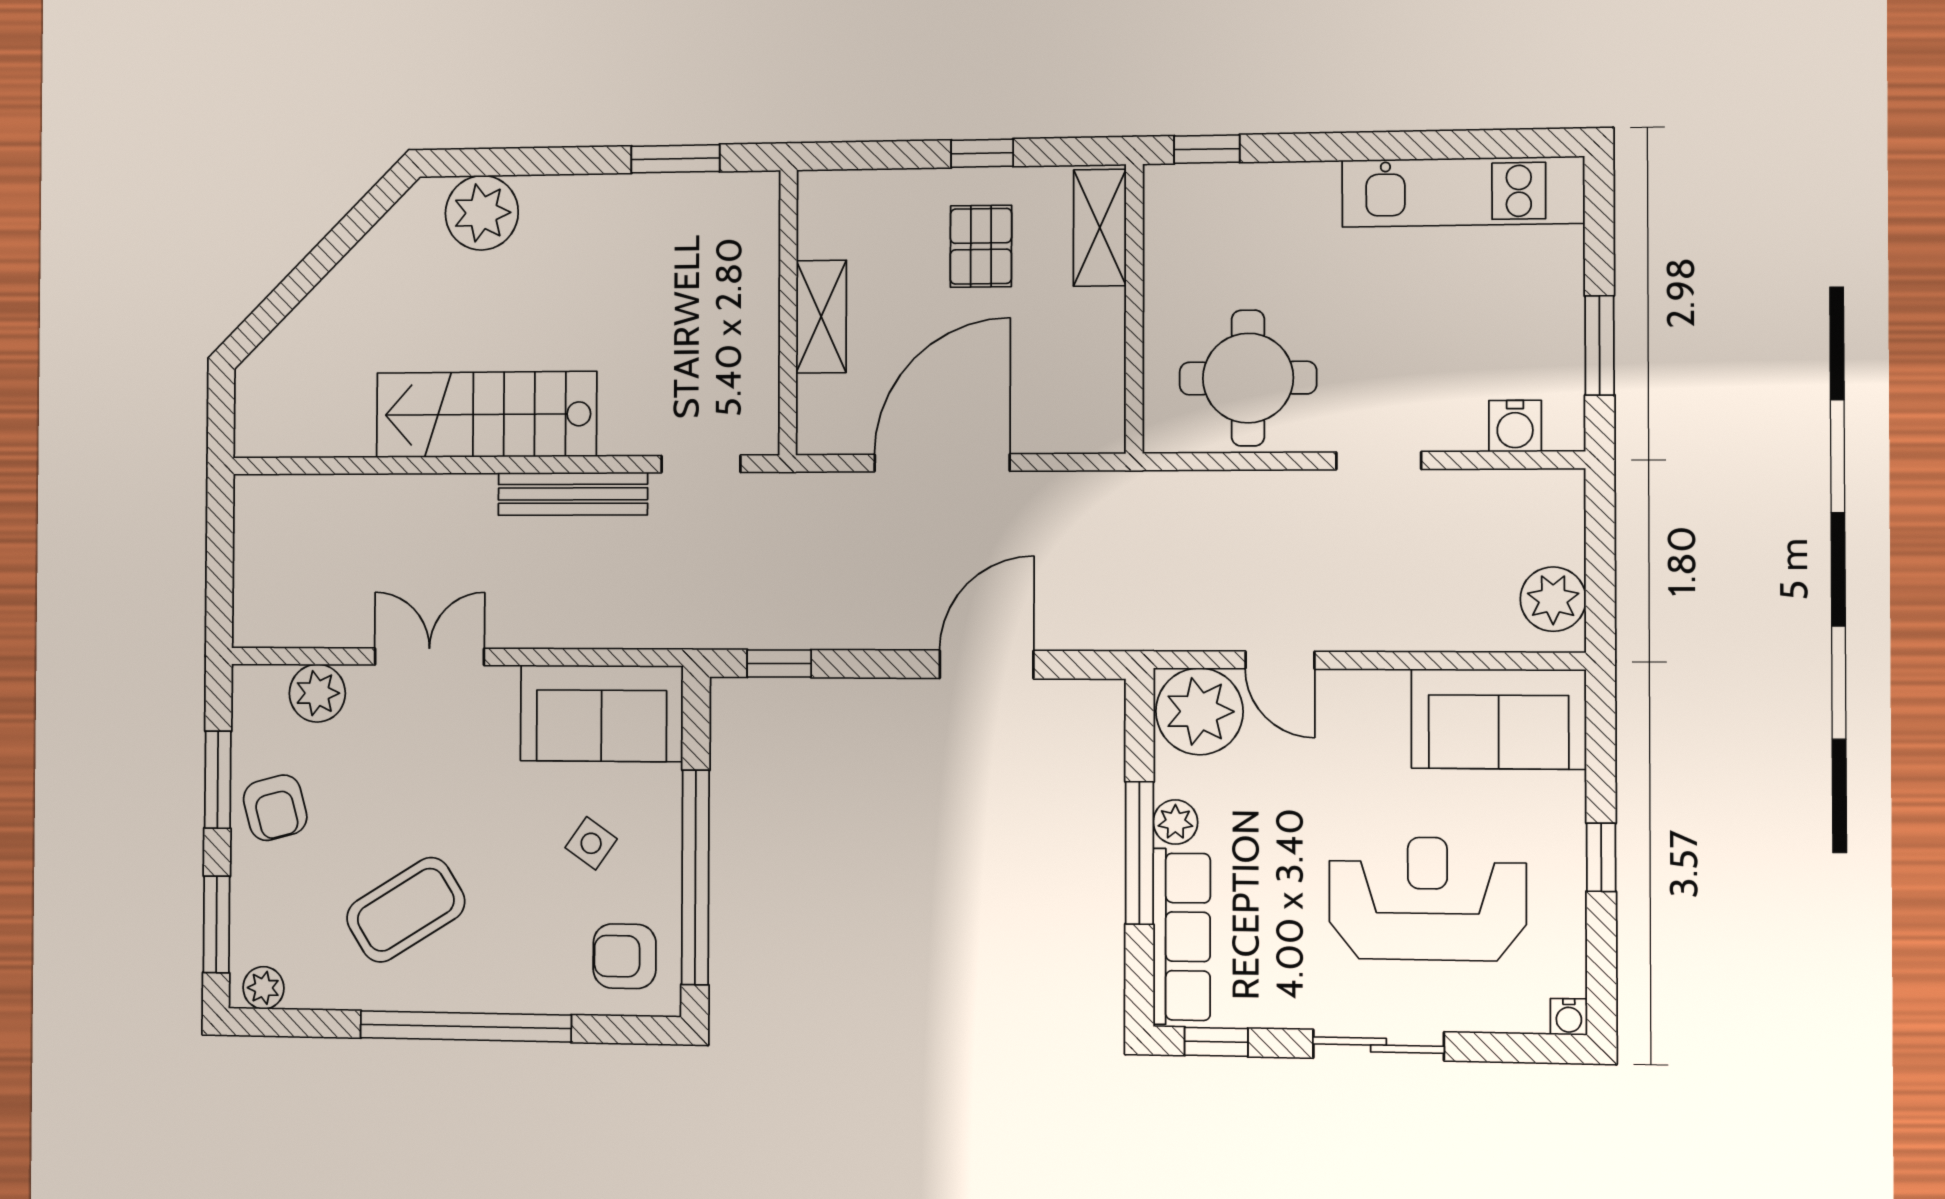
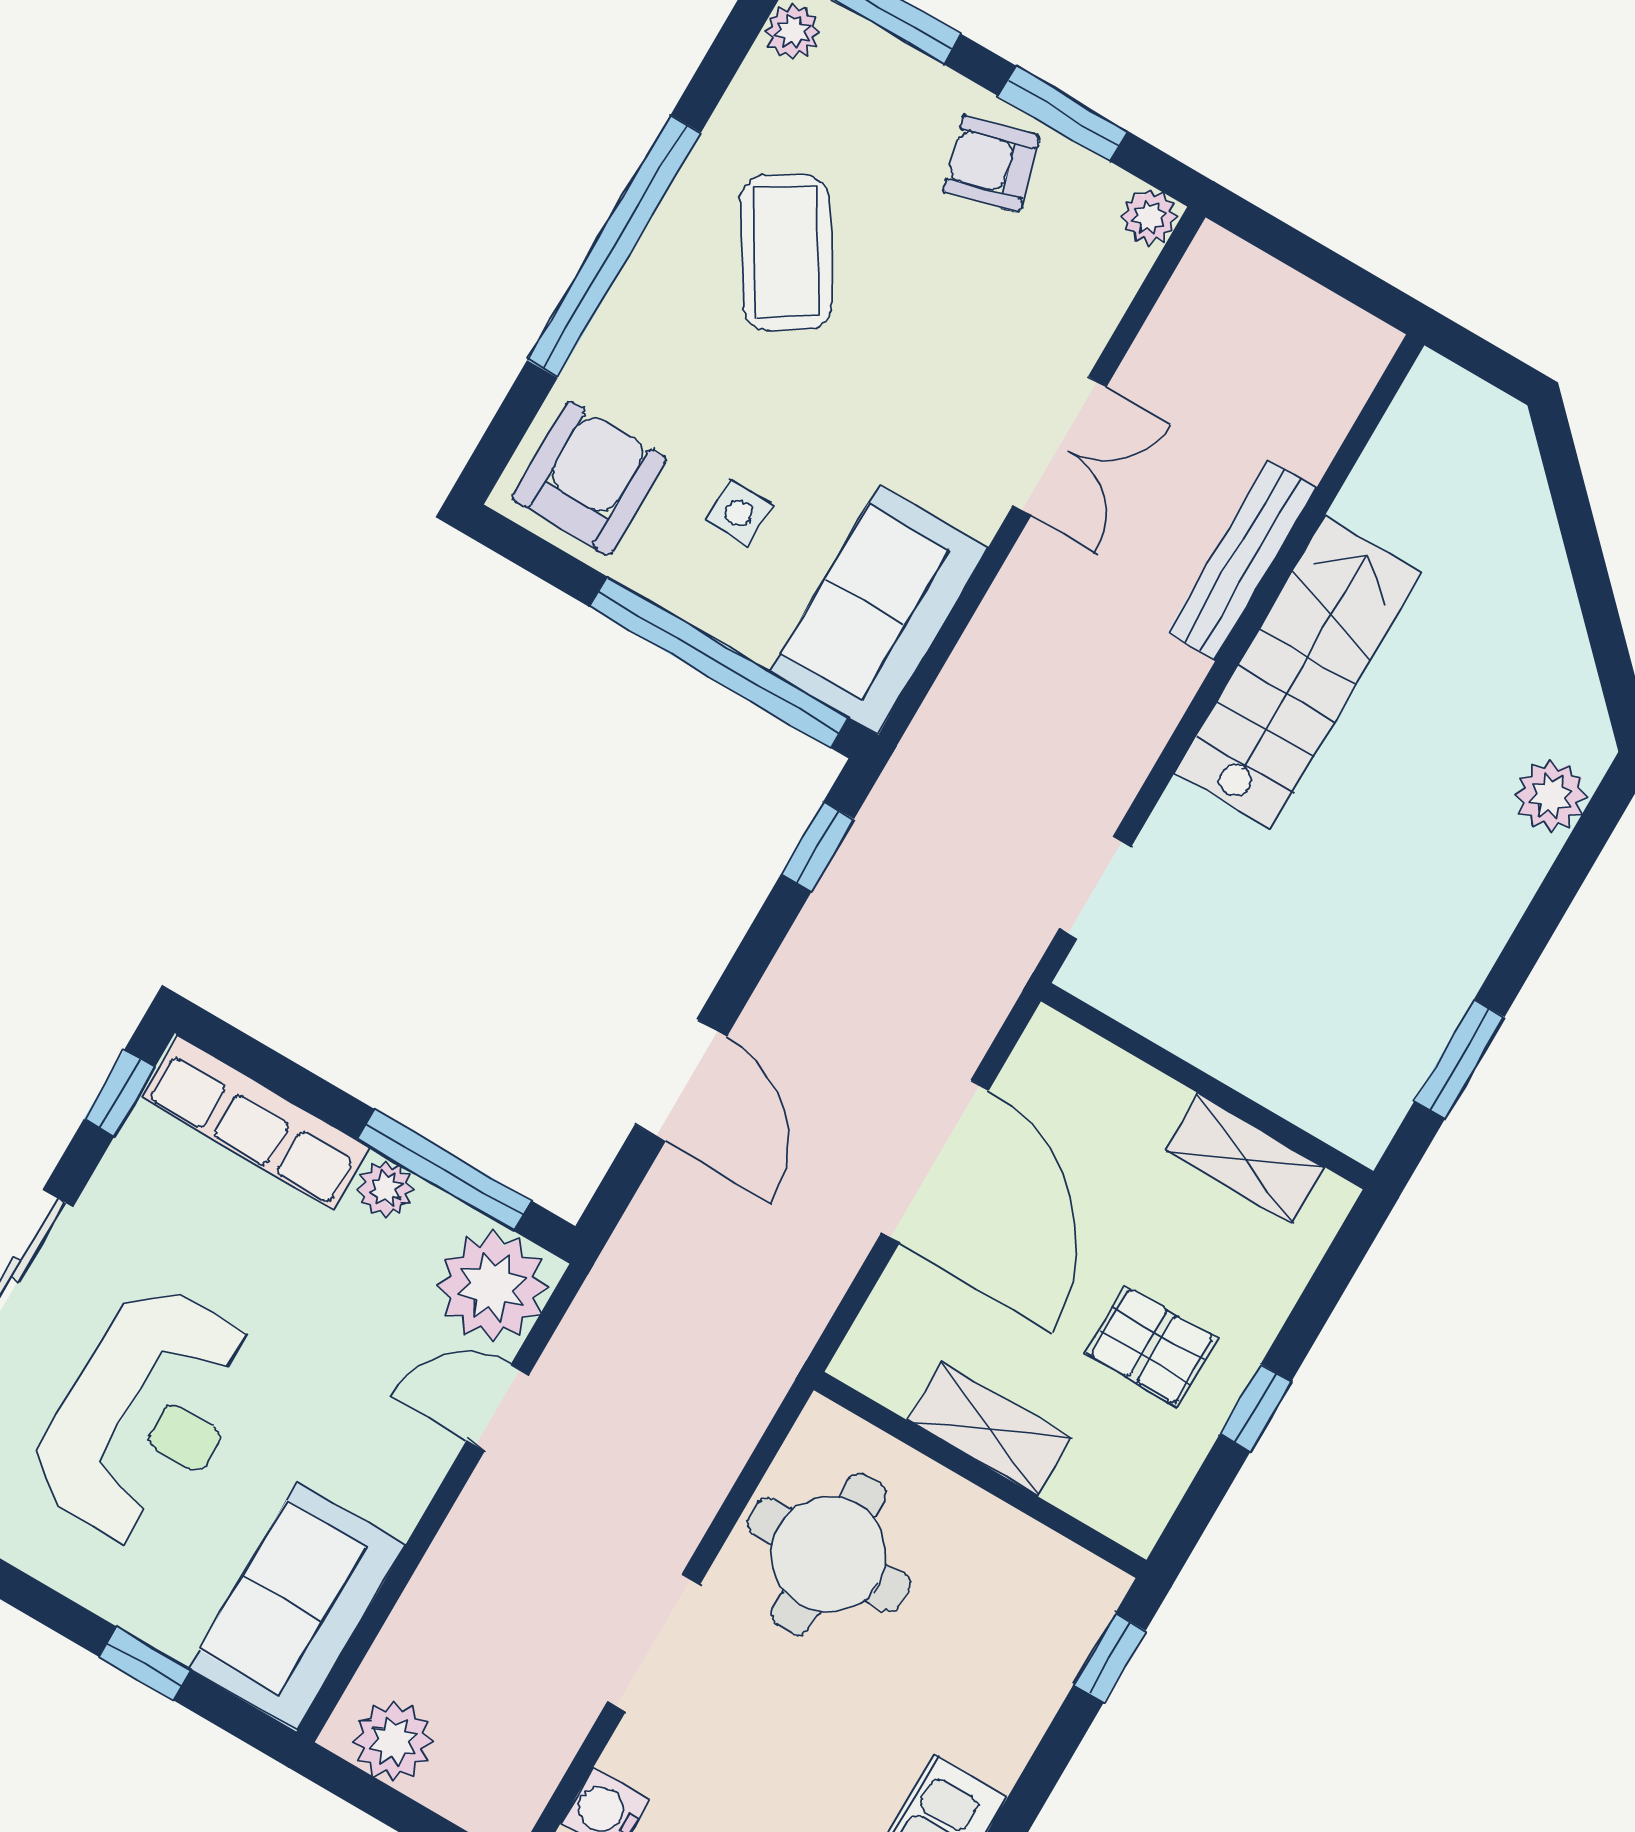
plant: (482, 213) -> (1551, 796), width x0.73, depth x0.73
shelving: (1100, 228) -> (989, 1429), moved
shelving: (821, 317) -> (1245, 1159), moved
doorway: (1379, 461) -> (654, 1643), width x1.38
bench: (573, 494) -> (1242, 560), moved
plant: (317, 693) -> (1149, 217), moved, width x0.73, depth x0.73
side table: (591, 843) -> (739, 513), turned -35
window: (1139, 853) -> (444, 1170), moved
window: (1601, 857) -> (145, 1664), moved
window: (695, 877) -> (719, 662), moved
armchair: (625, 956) -> (589, 478), width x1.38, depth x1.38

